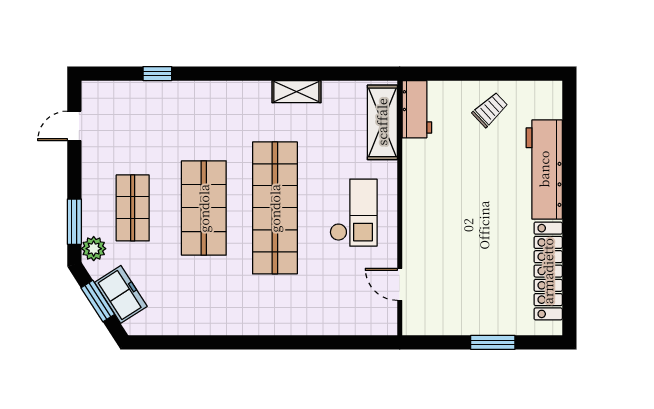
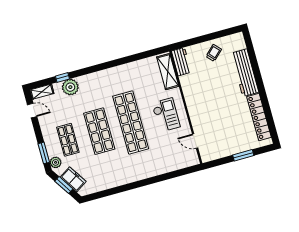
shelving: (296, 92) -> (42, 92), moved
plant: (168, 99) -> (70, 87), added
door: (74, 126) -> (32, 111), swing flipped

